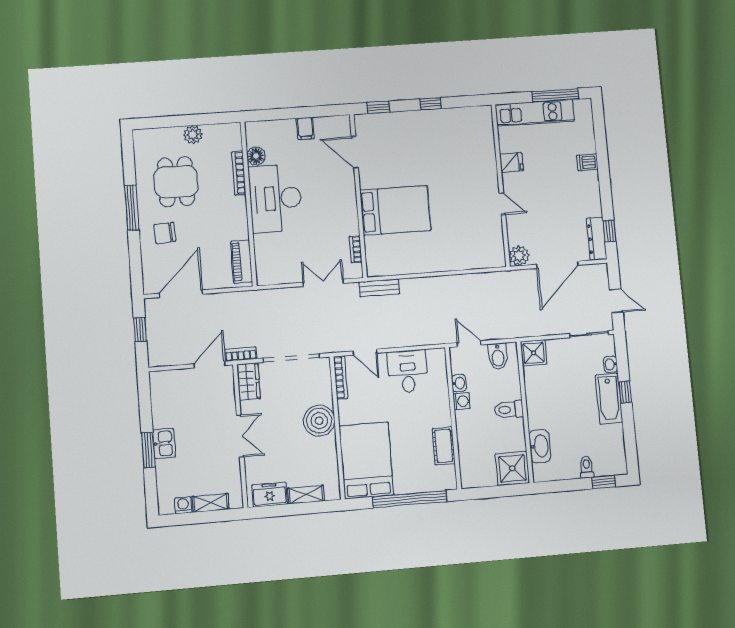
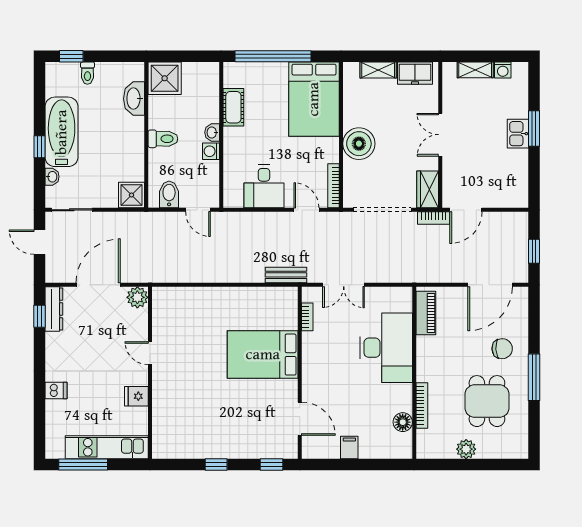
desk: (275, 198) -> (386, 348), moved
washbasin: (459, 383) -> (212, 132), moved
bathtub: (609, 399) -> (62, 132), width x1.36, depth x1.36

